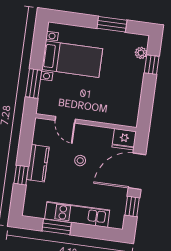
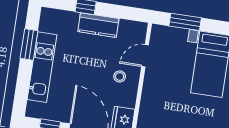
stool: (80, 161) -> (120, 76), moved

